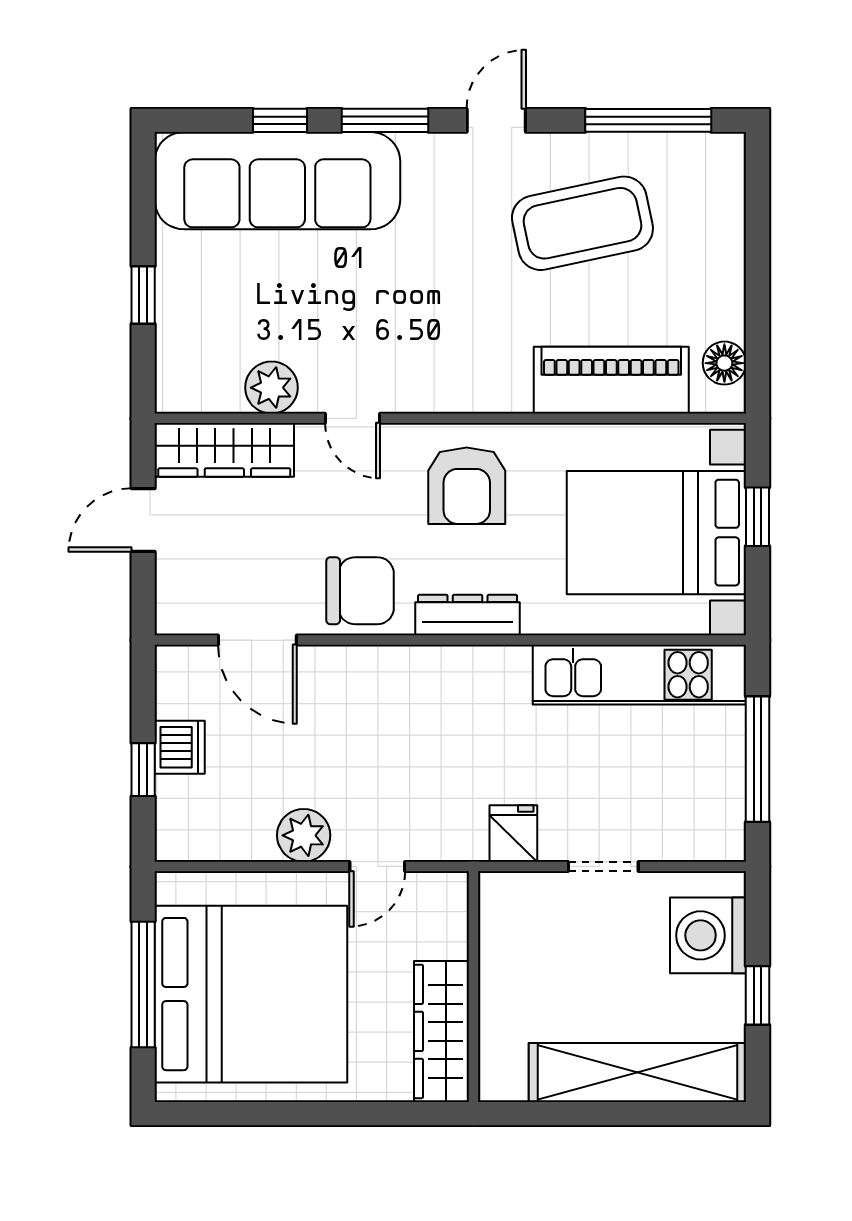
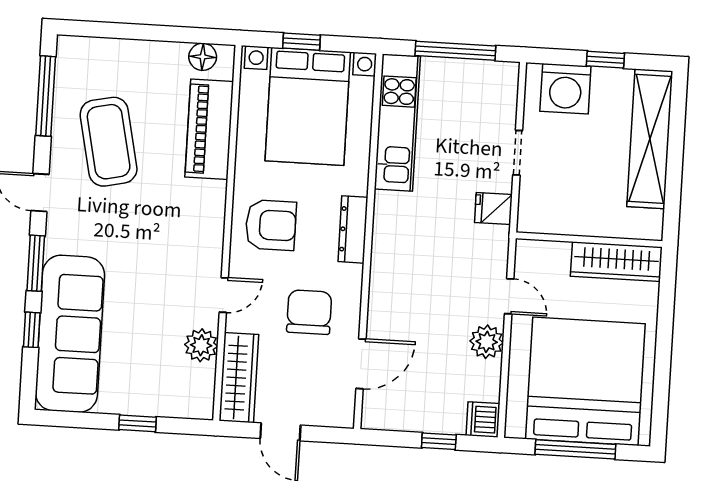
chair: (360, 591) -> (309, 312), moved
dishwasher: (180, 747) -> (483, 419), moved, turned -90

